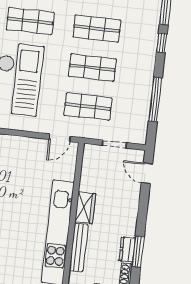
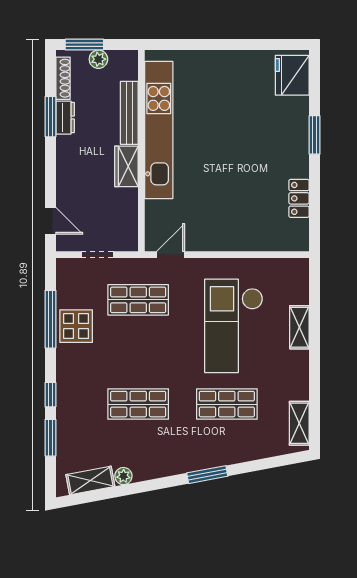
shop shelf: (92, 68) -> (138, 352), removed
display table: (137, 92) -> (76, 326), added

